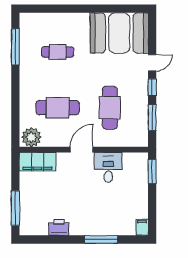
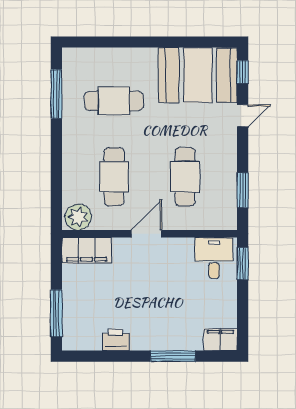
cafe table: (58, 52) -> (114, 101), width x1.37, depth x1.35
window: (152, 87) -> (243, 72), moved
cafe table: (58, 108) -> (114, 177), turned 90
desk: (108, 167) -> (214, 258), moved
filing cabinet: (142, 227) -> (221, 340), width x2.00

